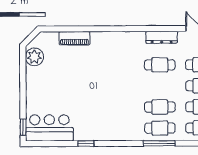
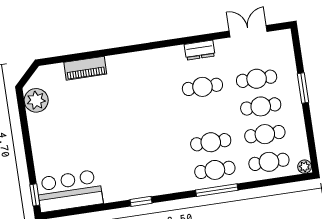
dresser: (162, 37) -> (200, 50), width x0.70
window: (86, 144) -> (141, 201), moved

